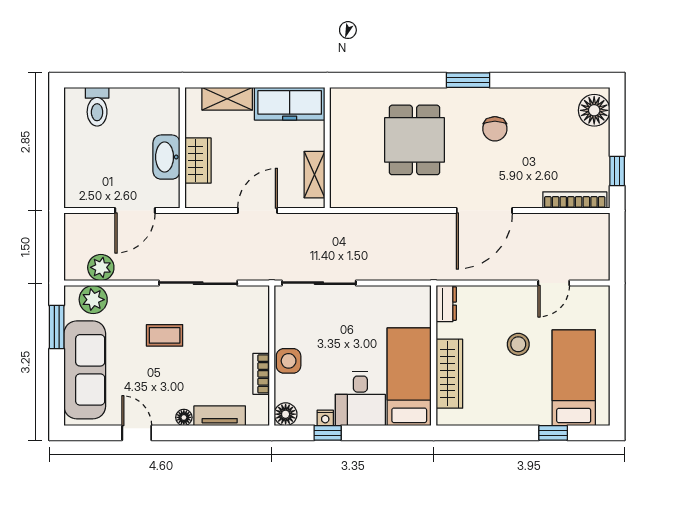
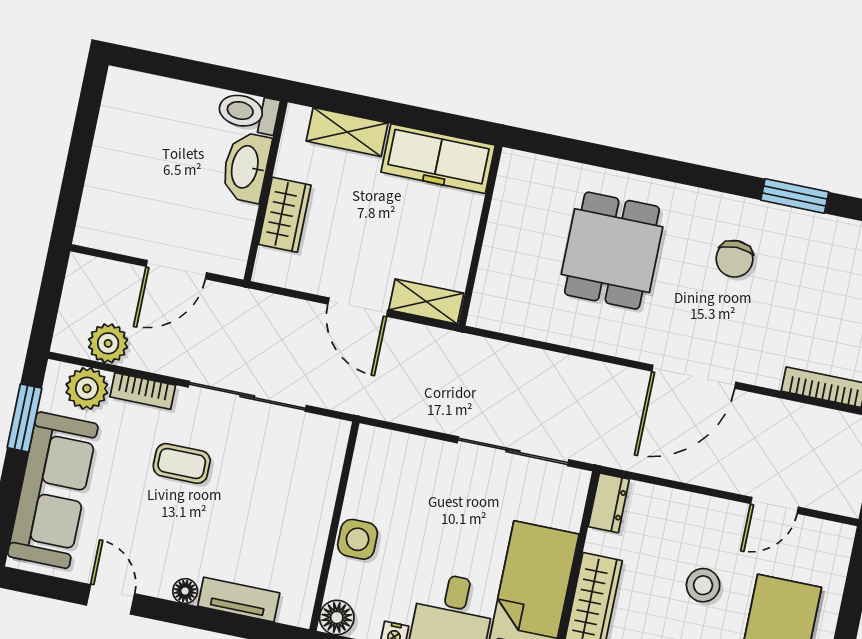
window: (468, 80) -> (795, 196), moved
toilet: (97, 107) -> (248, 112), moved, turned 90
washbasin: (166, 157) -> (246, 167), moved
shelving: (314, 175) -> (426, 301), moved, turned 90
door: (258, 211) -> (358, 307), swing flipped
sliding door: (319, 283) -> (513, 451), moved
bookcase: (261, 374) -> (143, 391), moved, turned -90

